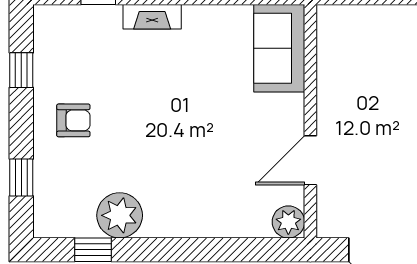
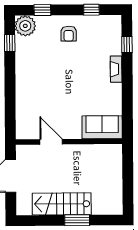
plant: (120, 215) -> (25, 26), moved
plant: (288, 222) -> (23, 132), removed

